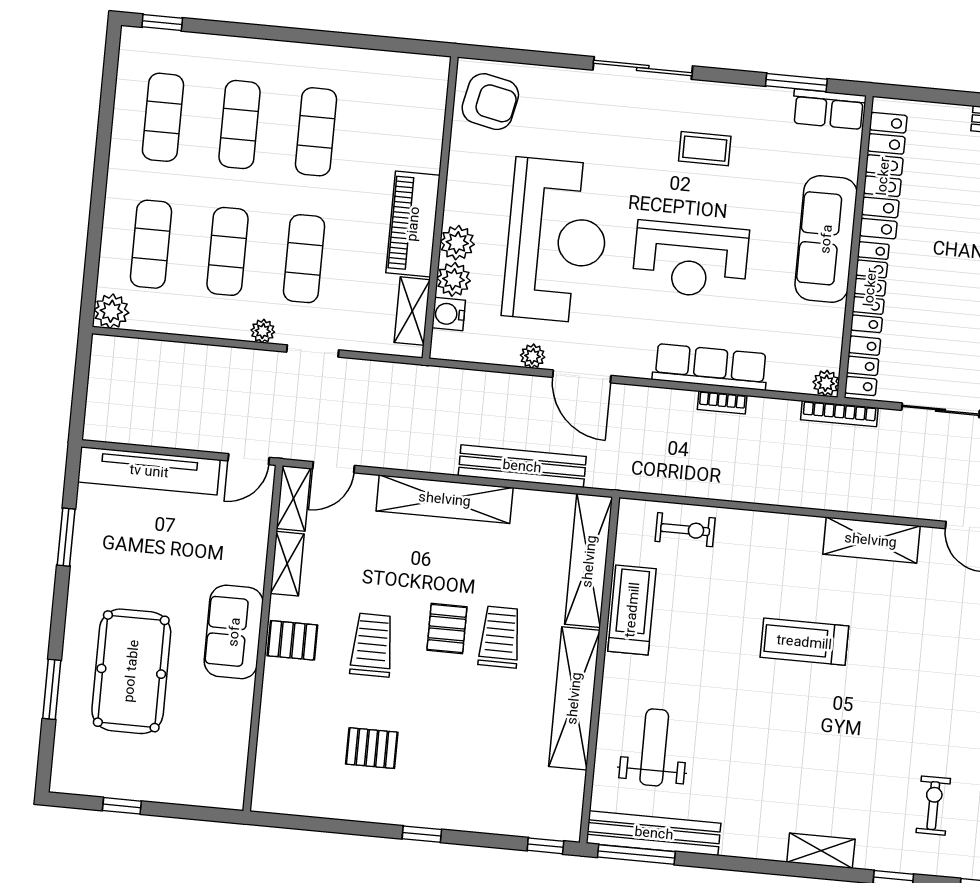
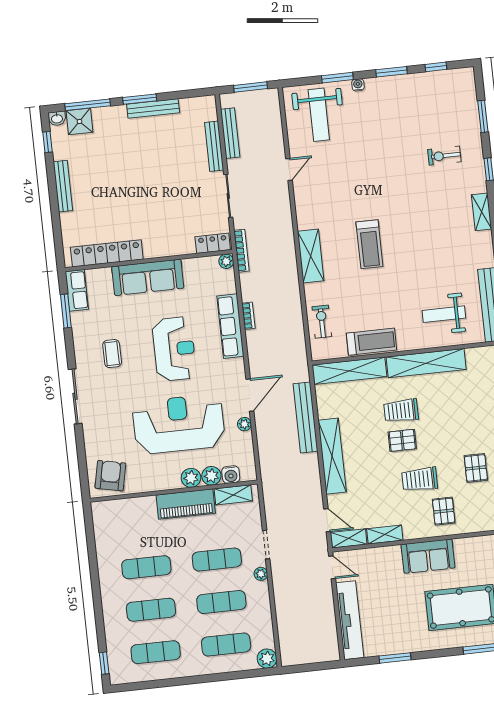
locker: (870, 287) -> (169, 248), removed
shelving: (871, 540) -> (311, 256), moved
treadmill: (632, 610) -> (372, 342), turned 180
pallet: (292, 640) -> (444, 511), moved

